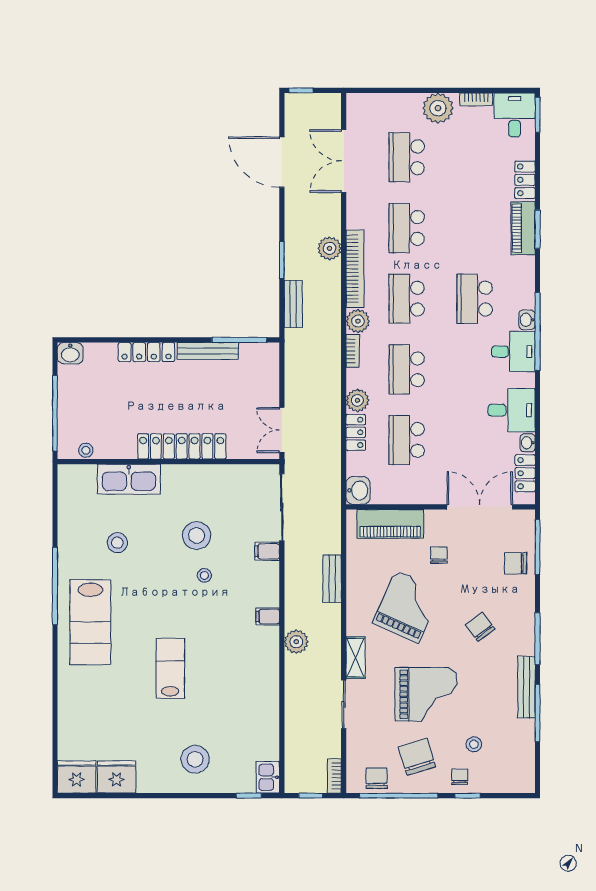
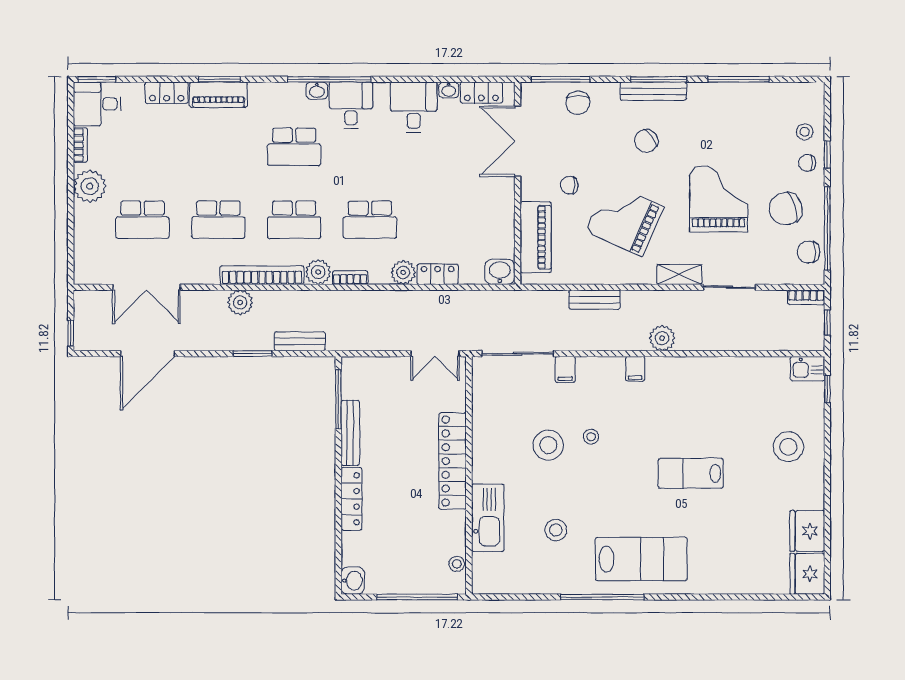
school desk: (407, 440) -> (446, 220), removed
bench: (526, 687) -> (653, 91), moved
stool: (474, 744) -> (805, 132), moved

